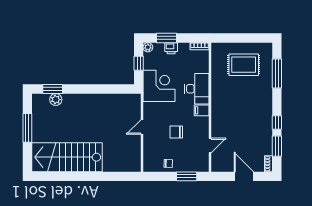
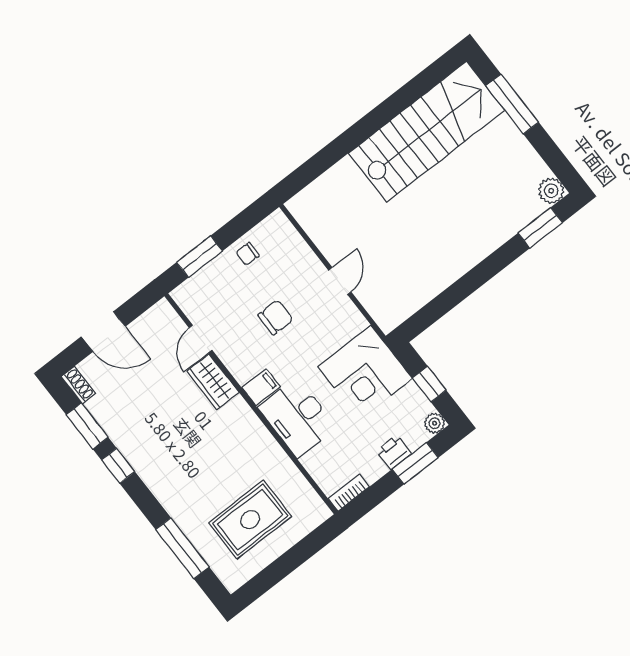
plant: (56, 100) -> (551, 191), moved
wardrobe: (218, 126) -> (213, 382), added
window: (27, 128) -> (512, 104), moved

